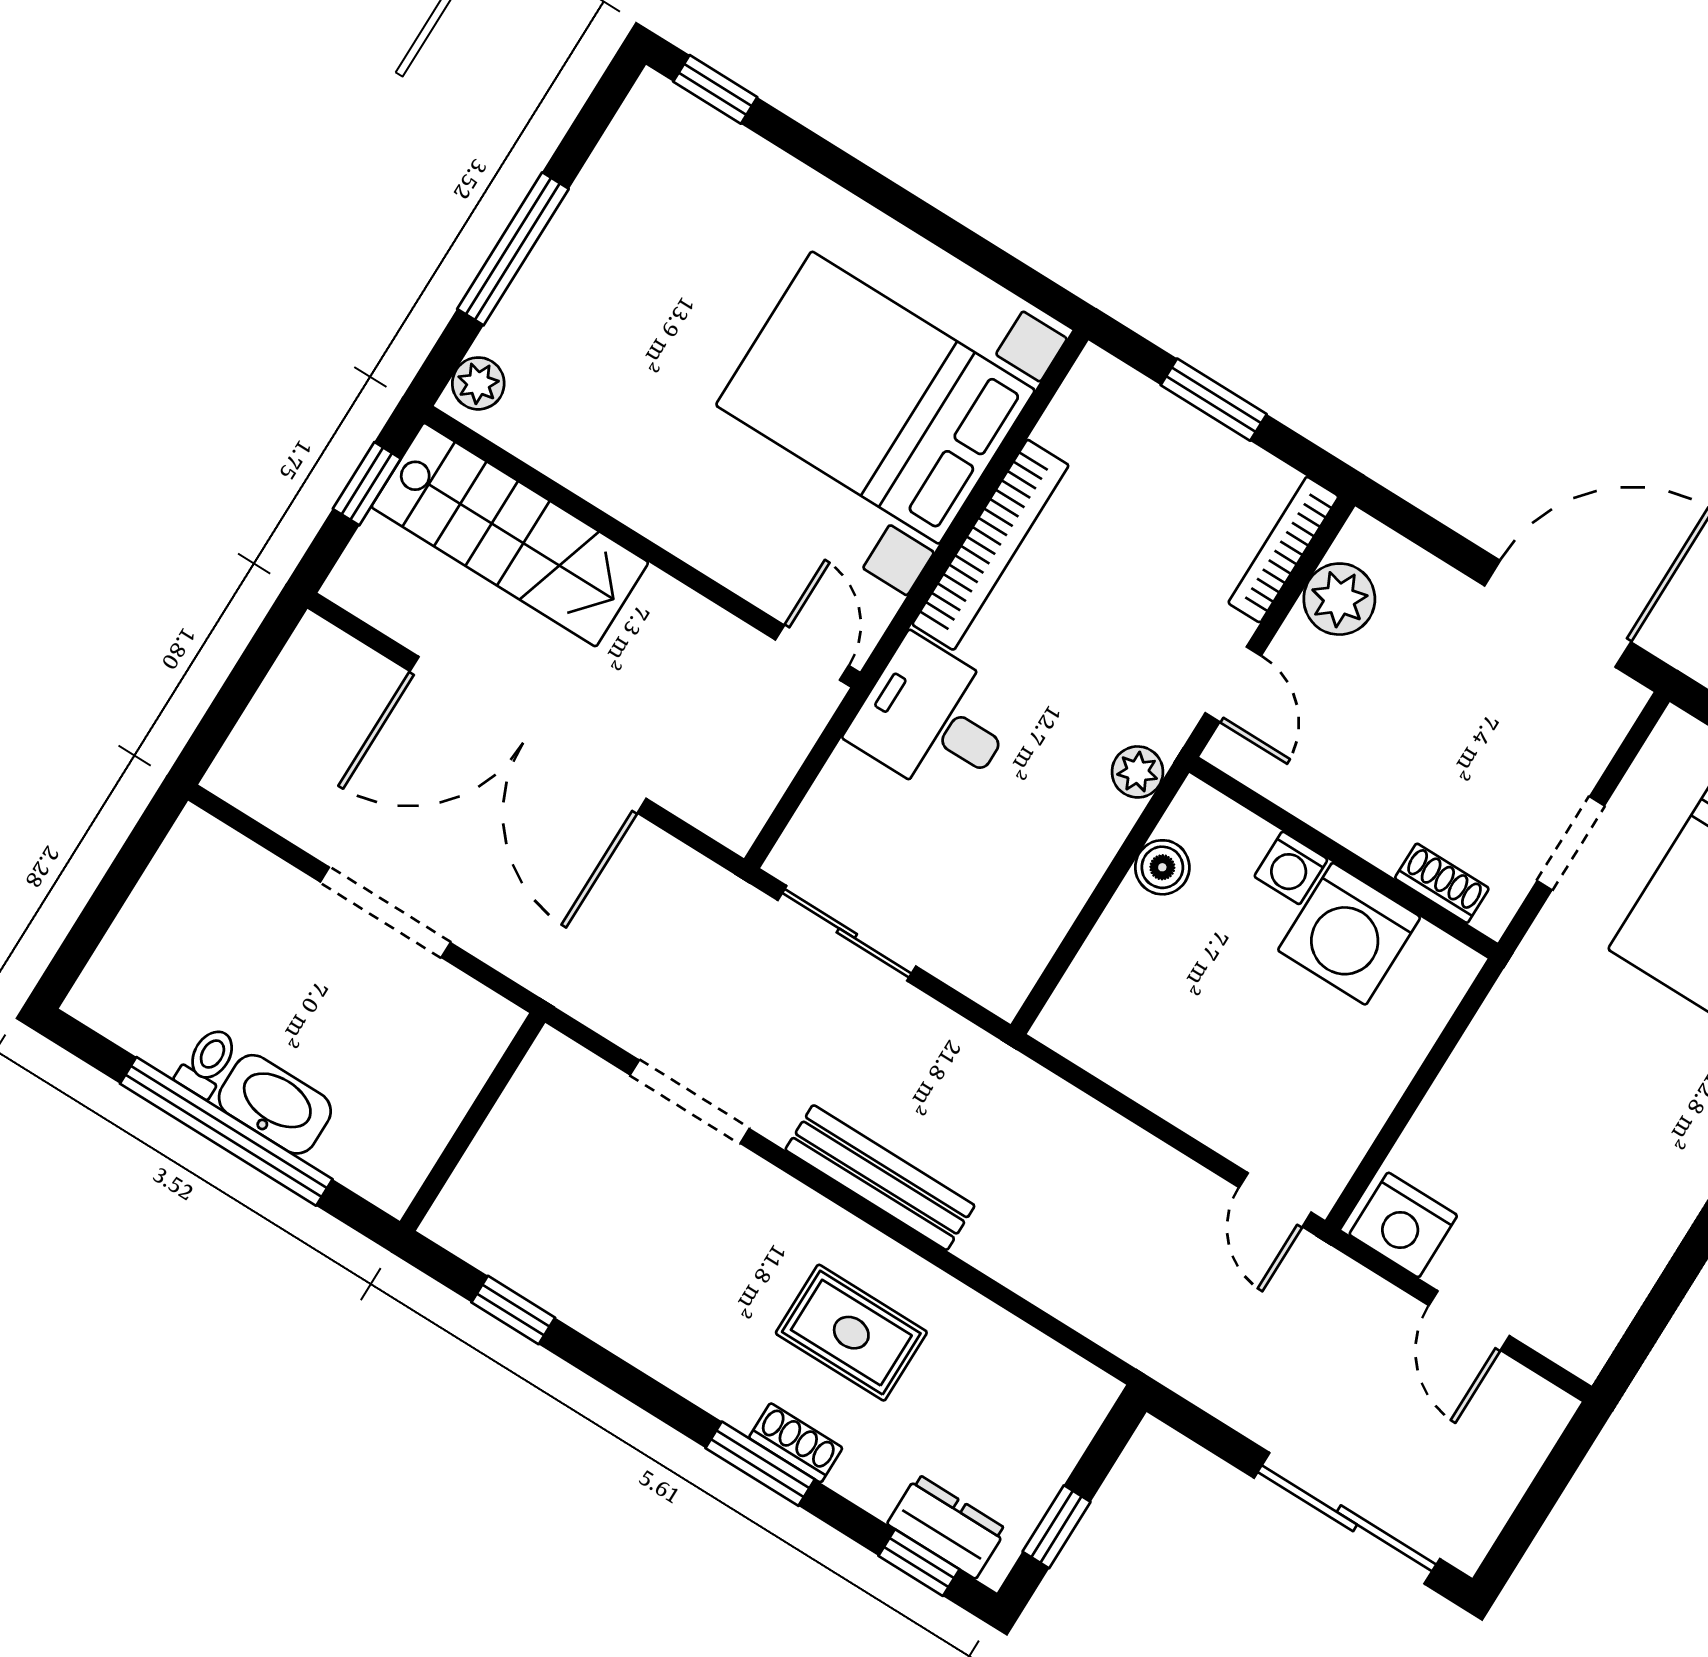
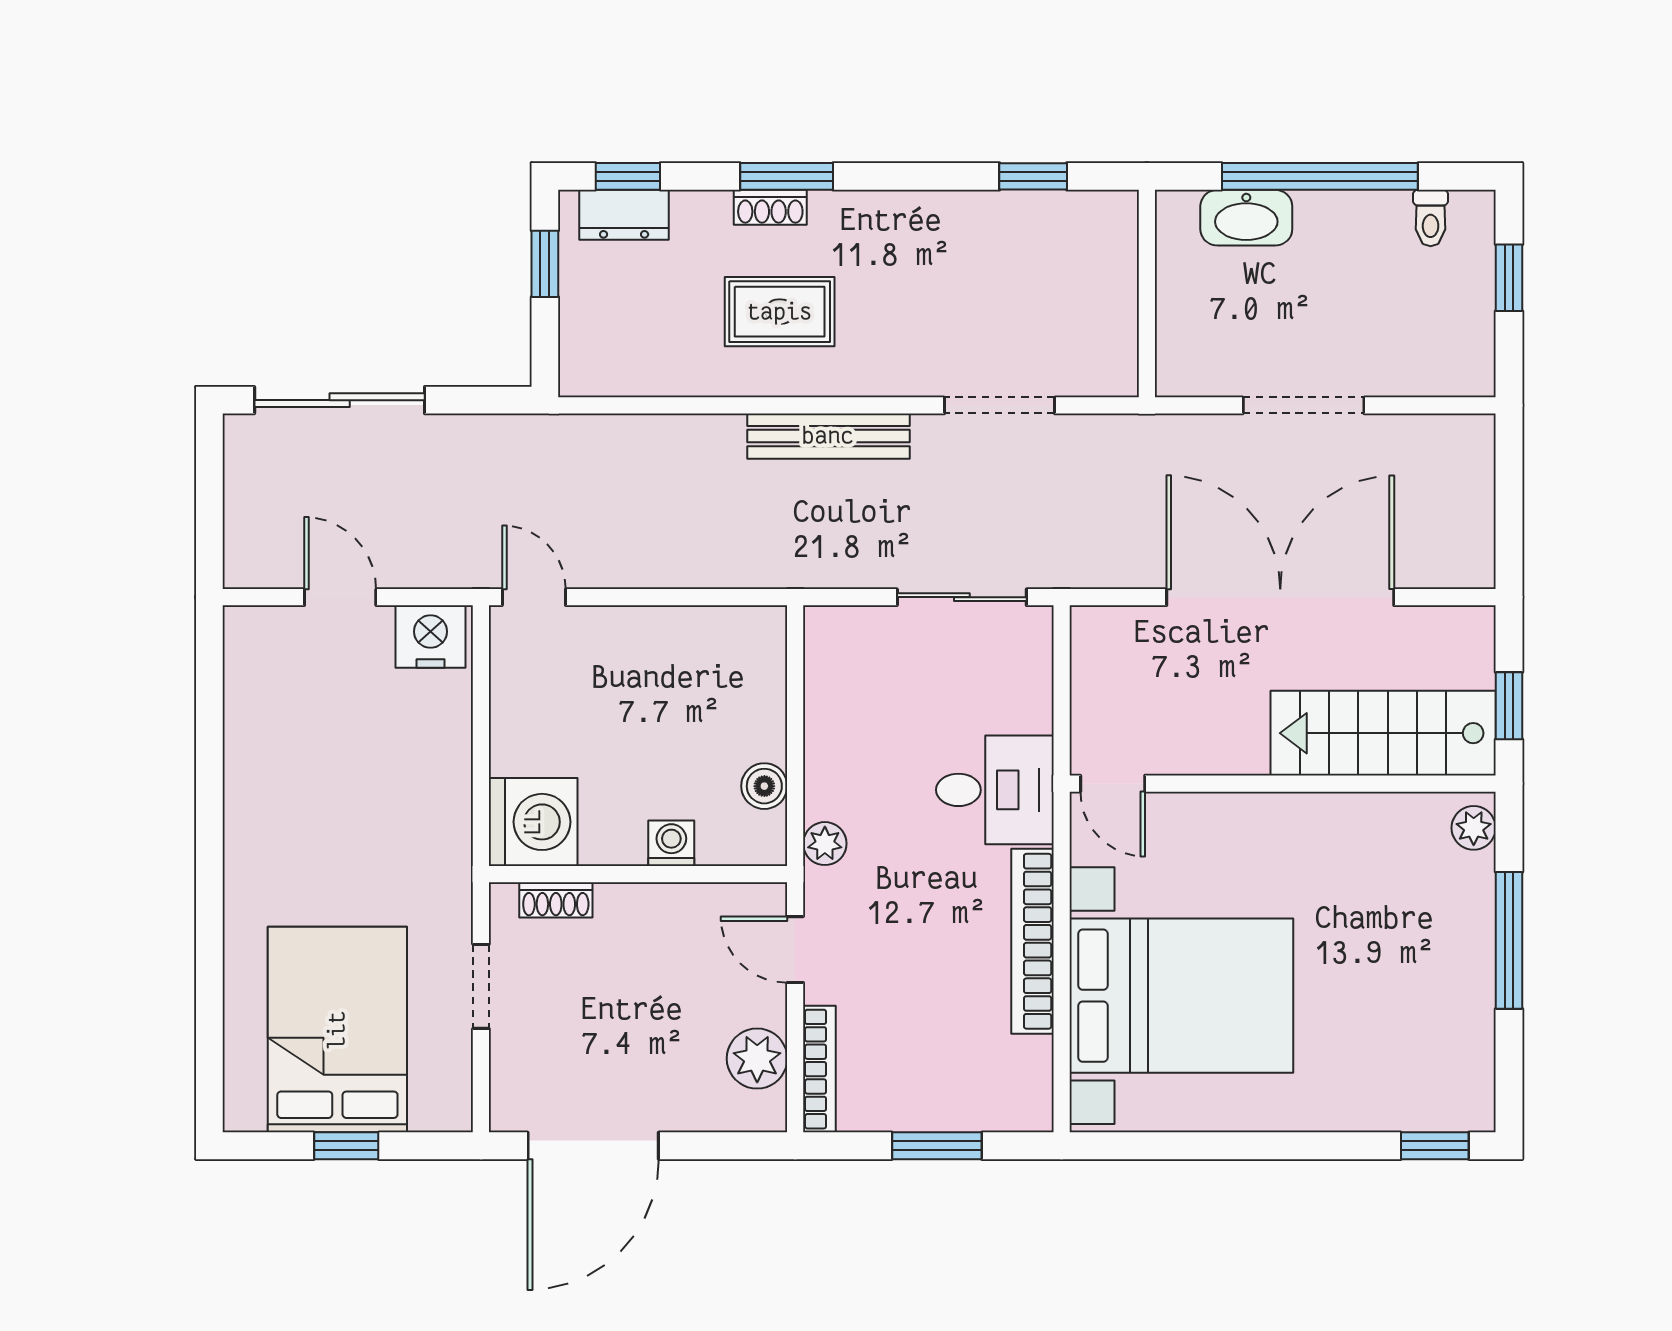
window: (100, 912) -> (1509, 278), added
washing machine: (1349, 934) -> (533, 822), moved, turned 90
toilet: (208, 1062) -> (1431, 218), moved
washbasin: (275, 1104) -> (1246, 218), moved

